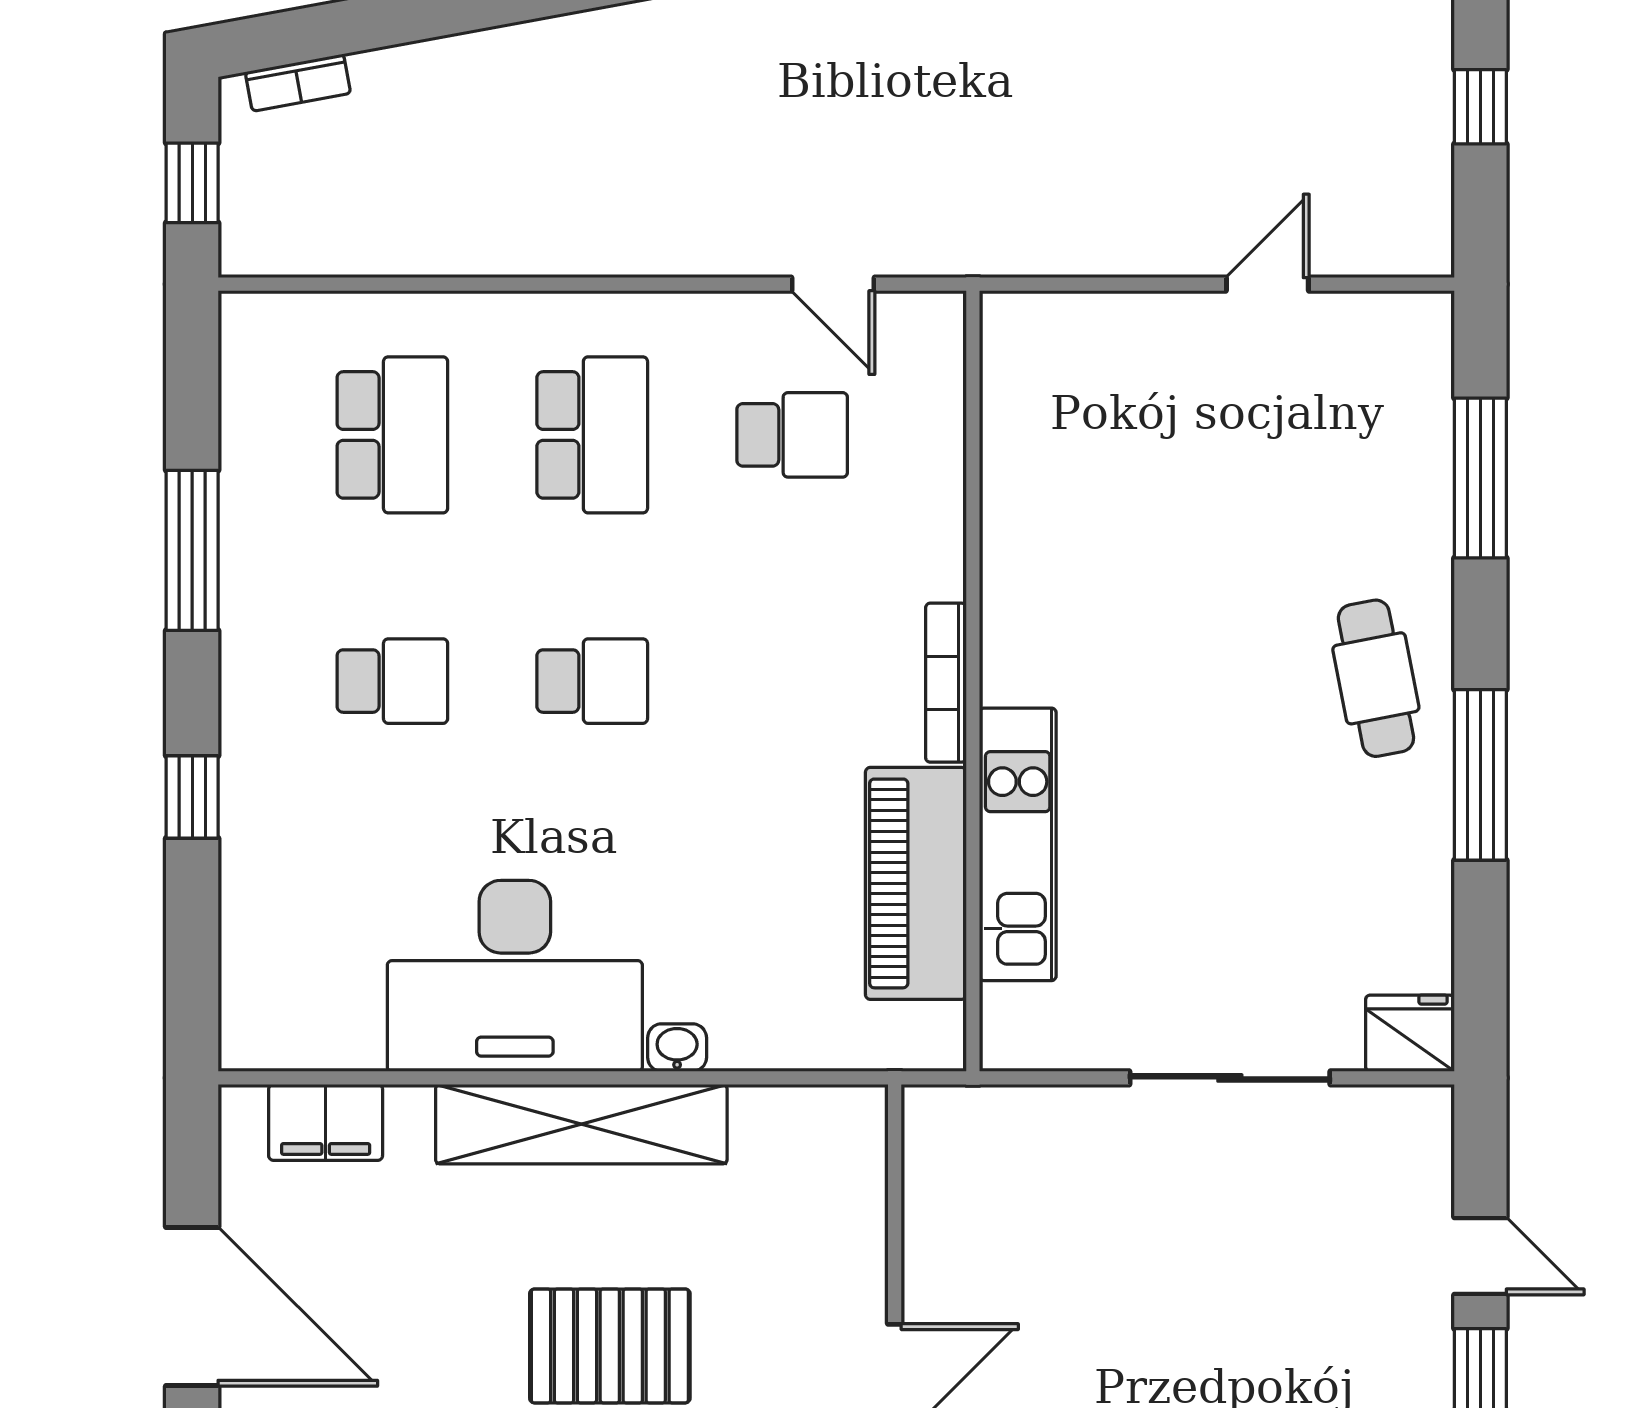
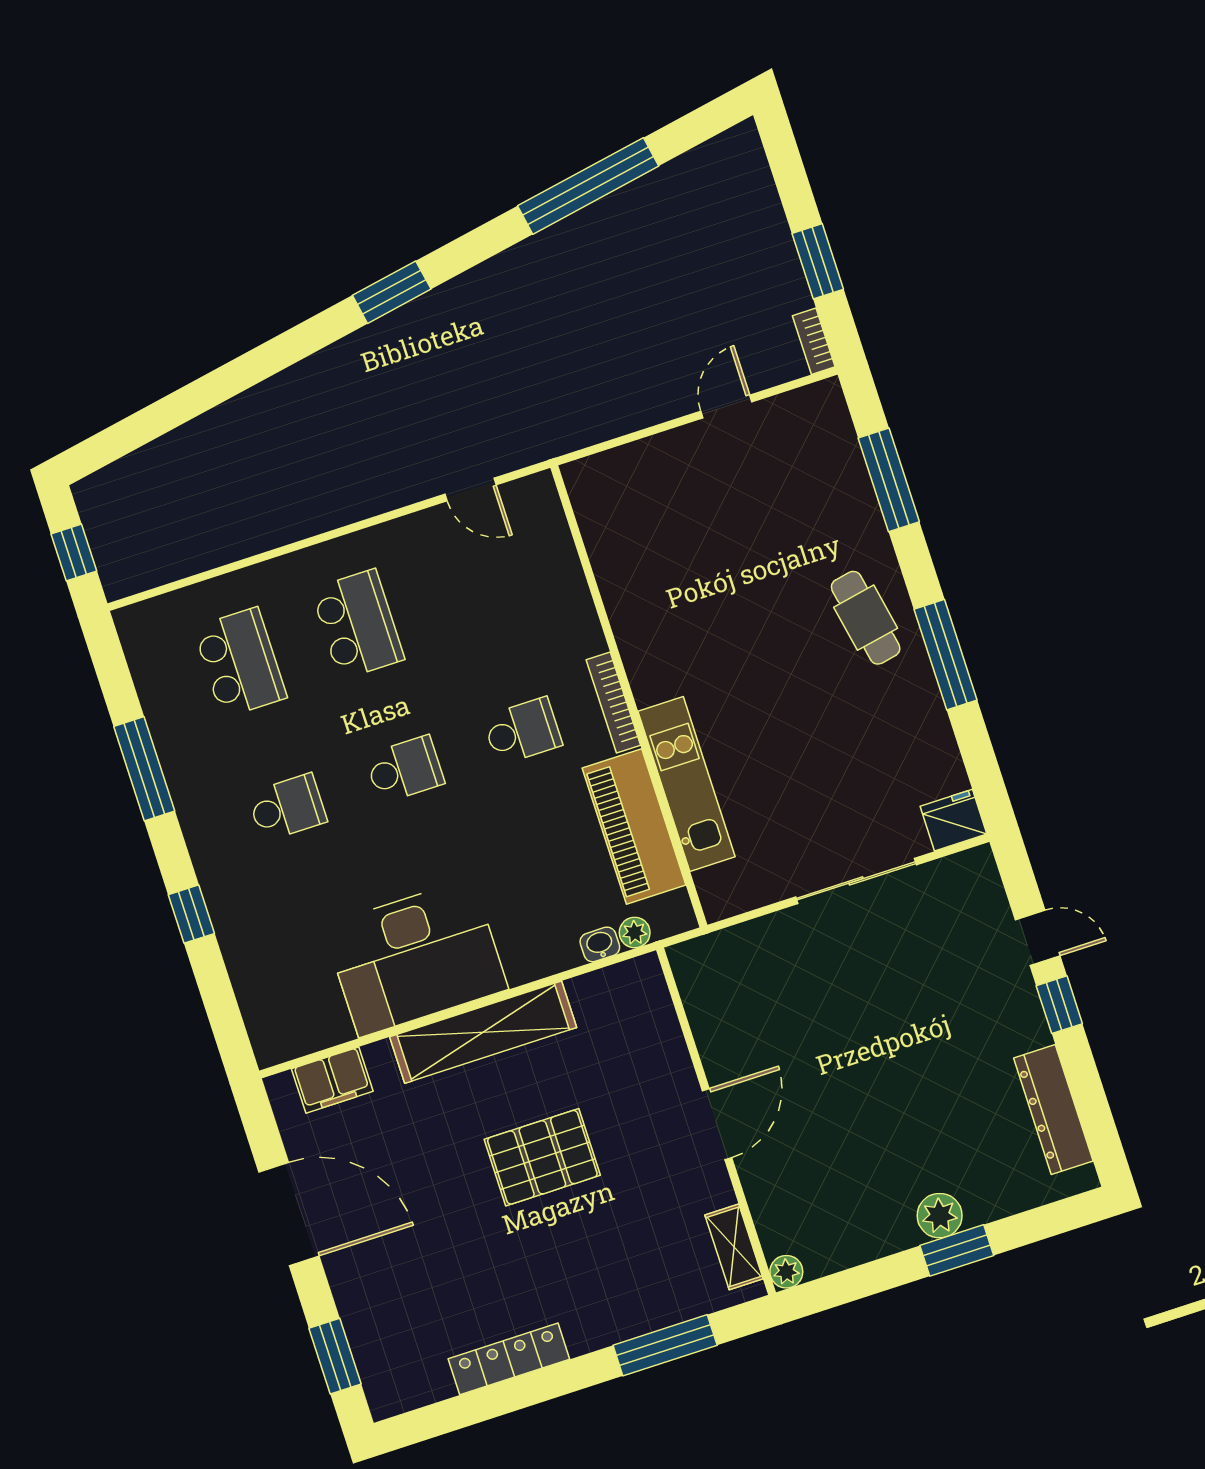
bookcase: (298, 83) -> (814, 341), moved, turned 100
window: (1480, 107) -> (818, 261), width x1.50
school desk: (792, 435) -> (522, 731), moved
plant: (864, 1047) -> (635, 933), added
washbasin: (677, 1048) -> (600, 944), moved

